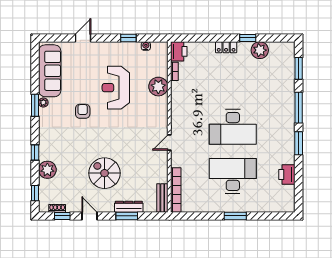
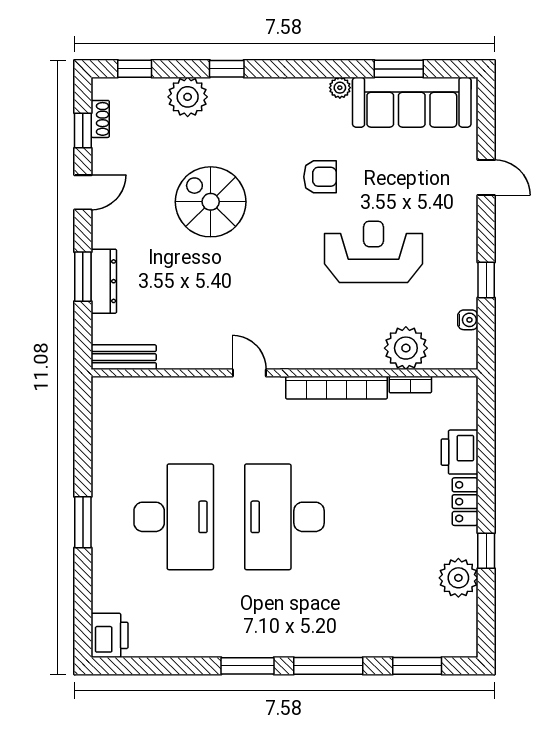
printer: (179, 51) -> (460, 452), moved, turned 90
plant: (158, 87) -> (406, 348), moved
window: (35, 105) -> (399, 69), moved
spiral stairs: (105, 173) -> (211, 202), moved, turned -90
printer: (287, 175) -> (110, 635), moved, turned 90
bookcase: (176, 190) -> (336, 388), moved

